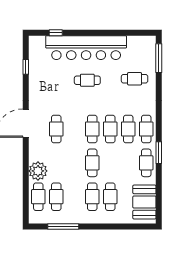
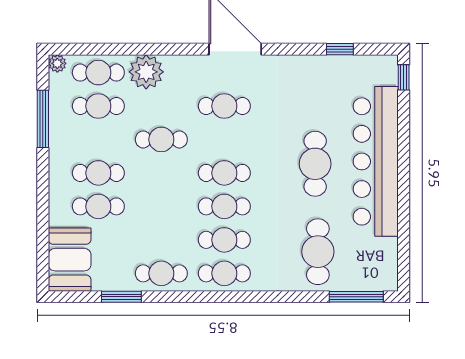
window: (56, 33) -> (404, 77), moved
cafe table: (135, 79) -> (318, 252), width x1.37, depth x1.35
cafe table: (87, 80) -> (315, 164), width x1.37, depth x1.35
window: (159, 153) -> (121, 297), moved
cafe table: (92, 163) -> (161, 139), moved
booth: (144, 202) -> (70, 260), moved, turned 90
plant: (33, 219) -> (57, 63), added

